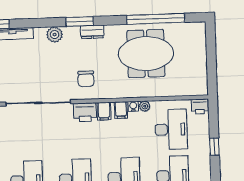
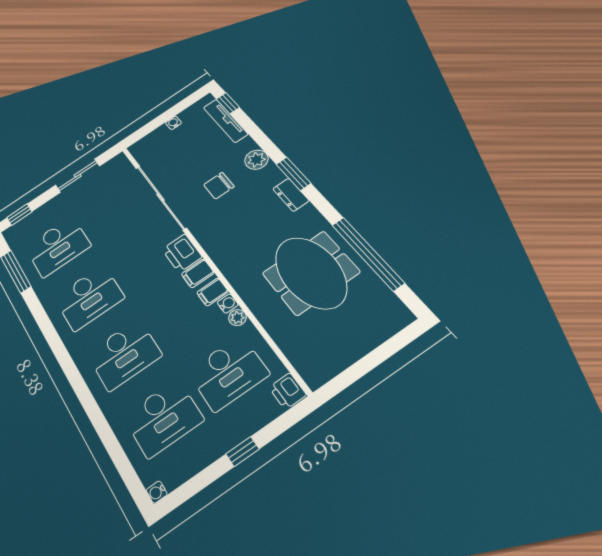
chair: (86, 79) -> (219, 186), moved

